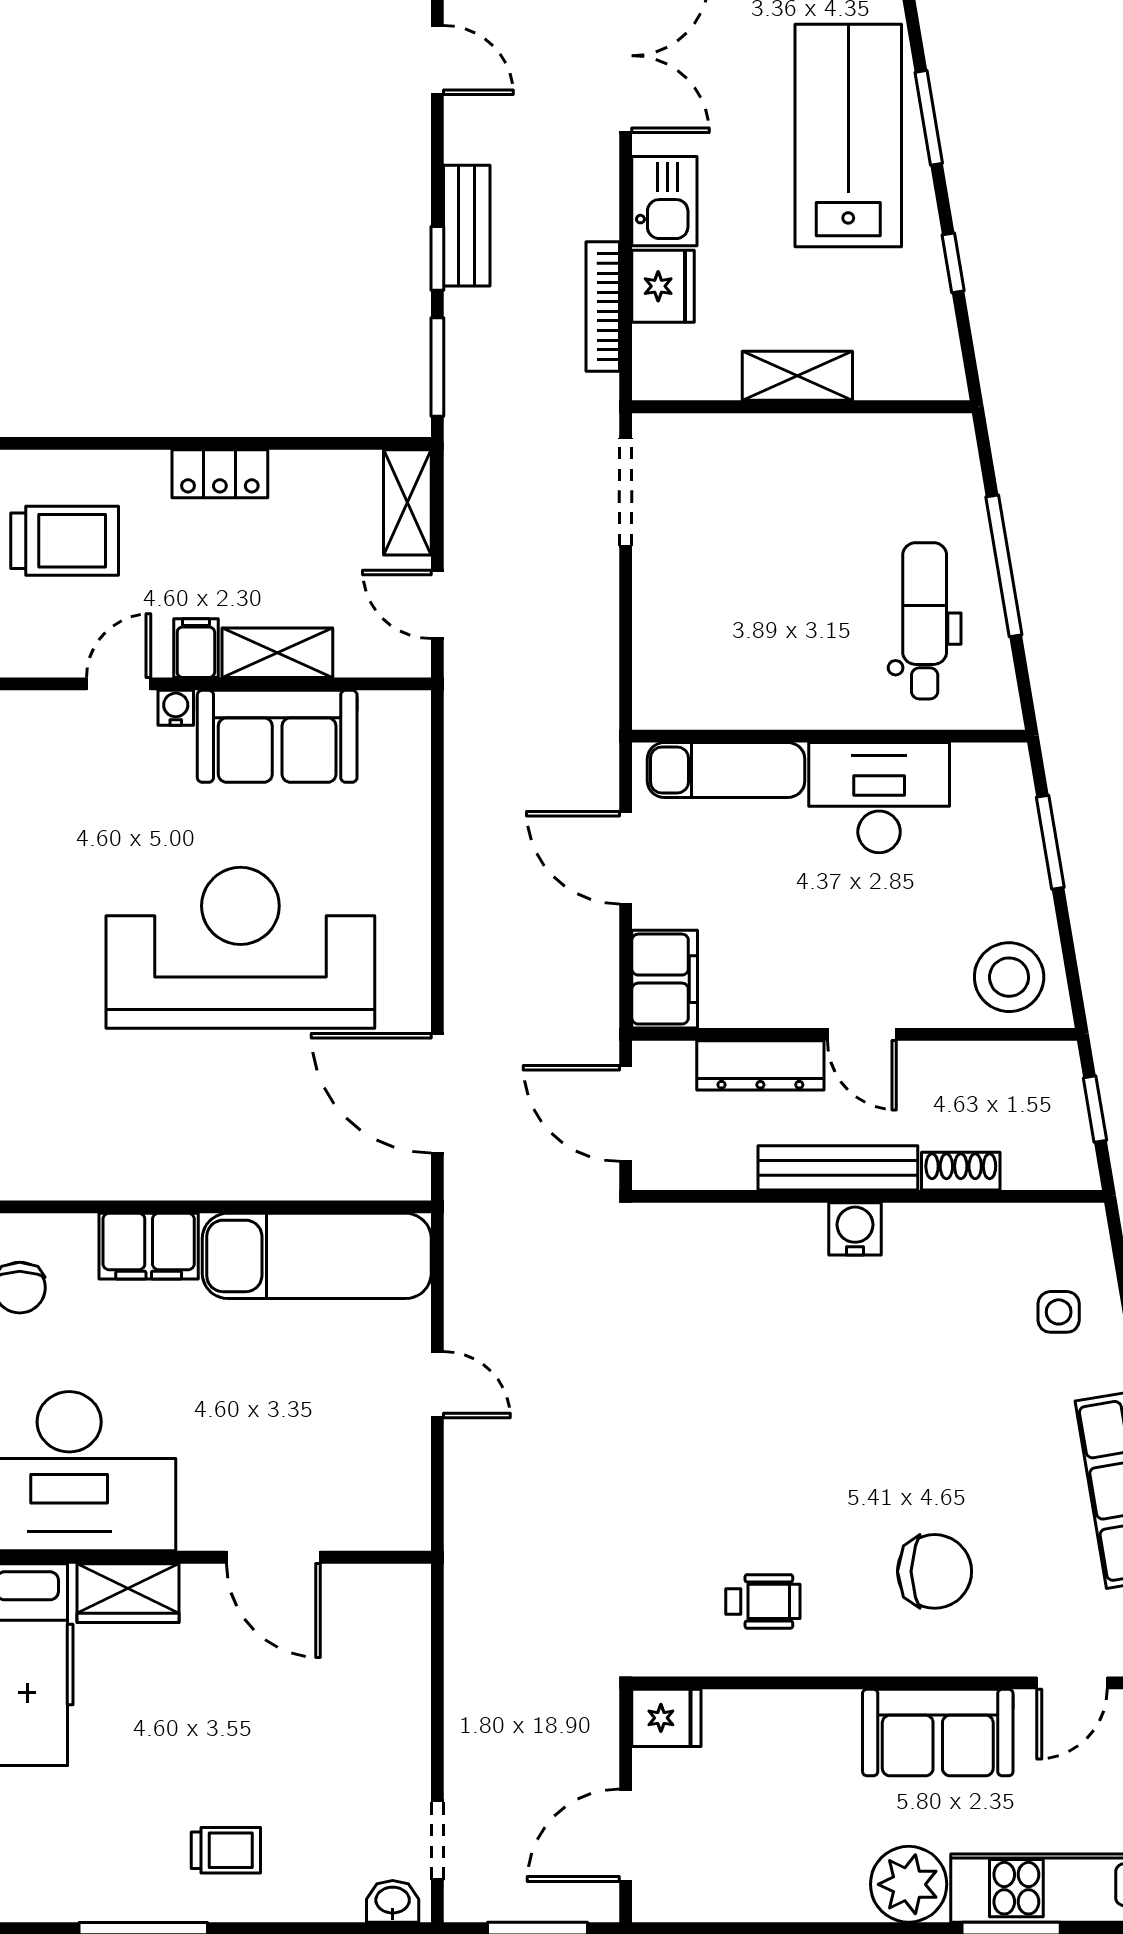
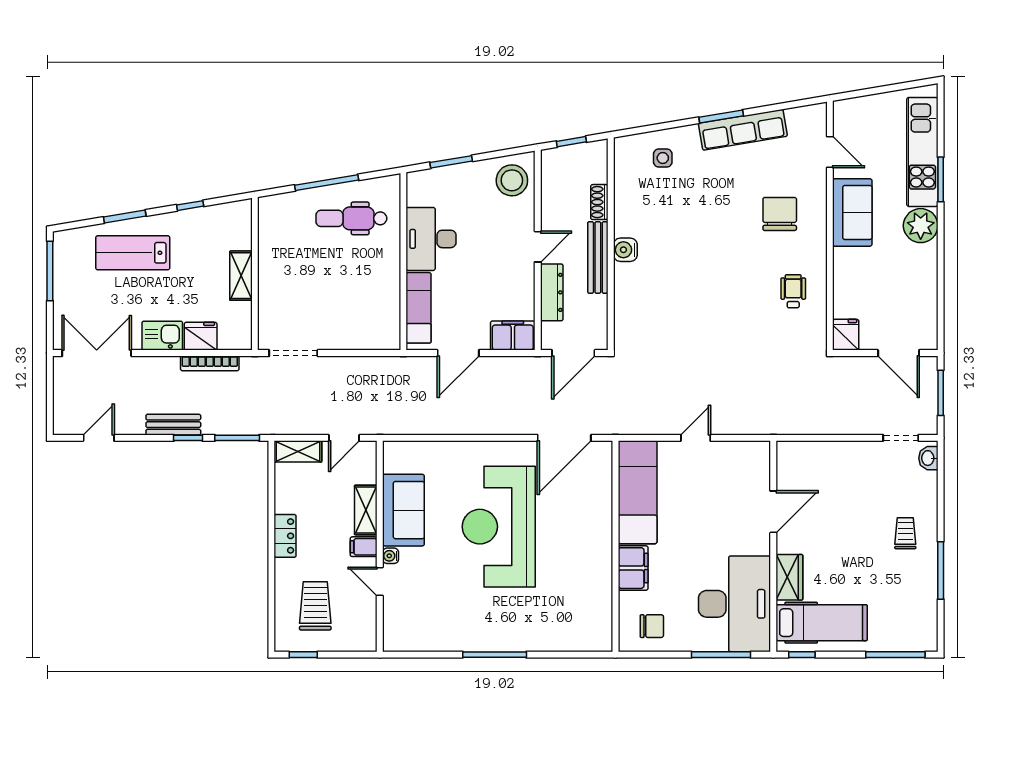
lab bench: (848, 136) -> (133, 253), width x0.73, depth x0.72

